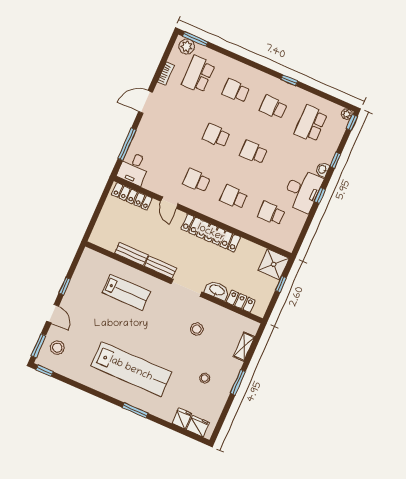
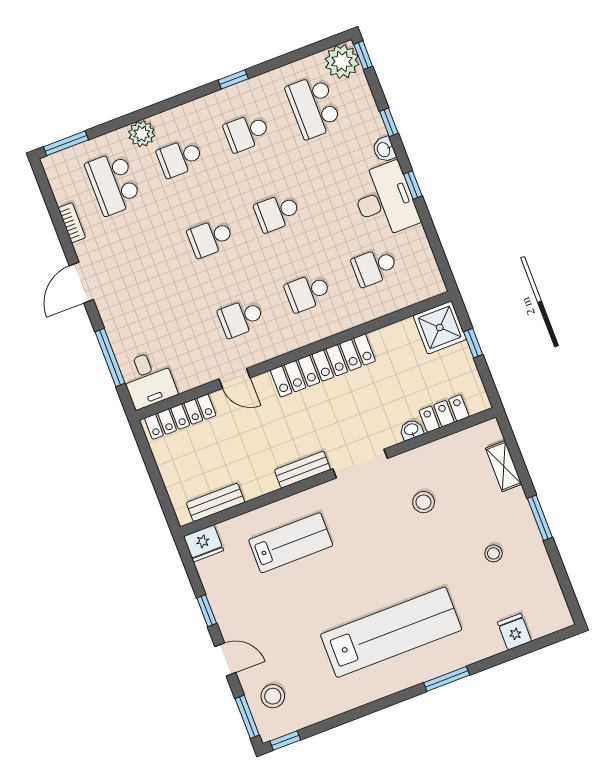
plant: (187, 47) -> (142, 134), moved
plant: (347, 114) -> (342, 62), width x1.88, depth x1.88
bench: (131, 254) -> (216, 502), moved
washbasin: (217, 290) -> (411, 430), width x0.52, depth x0.69
fridge: (198, 426) -> (204, 543), moved, turned 180

